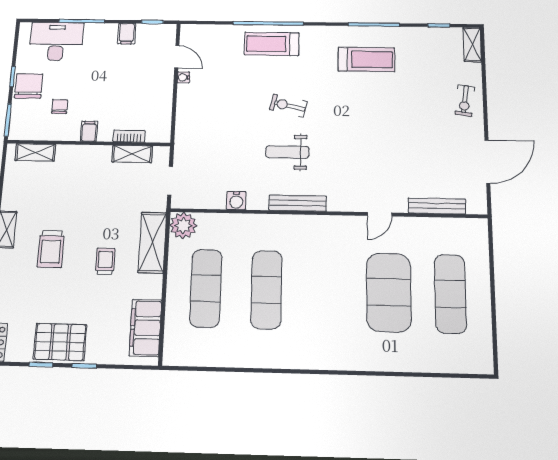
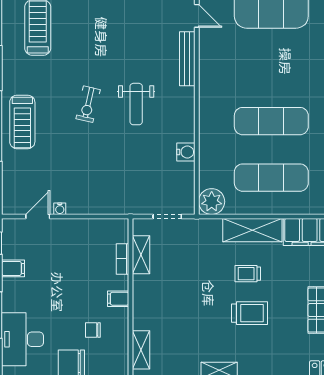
bench: (298, 203) -> (187, 59), moved
shelving: (152, 242) -> (252, 230), moved
trolley: (51, 249) -> (250, 313), moved

